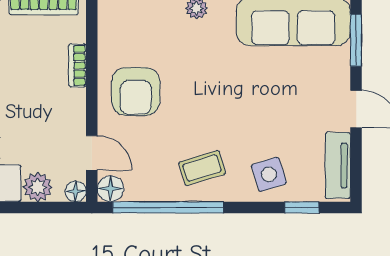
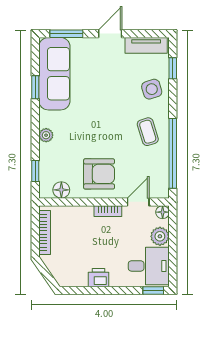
bookcase: (77, 65) -> (108, 211), moved
floor lamp: (110, 189) -> (61, 190), moved

